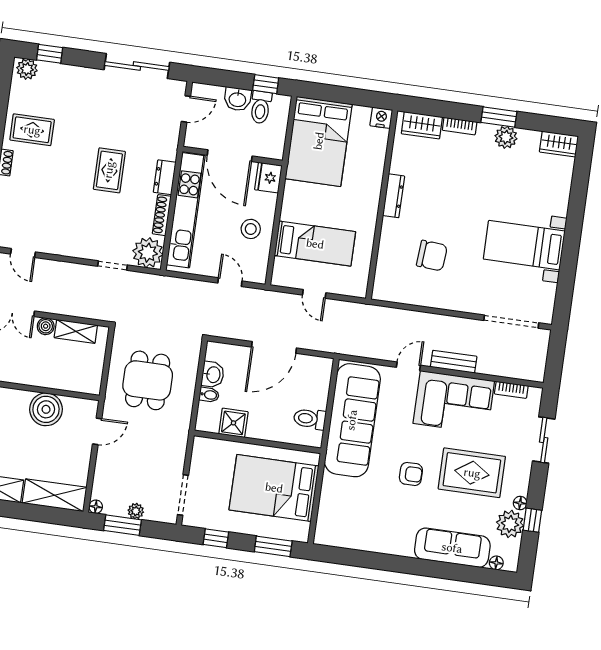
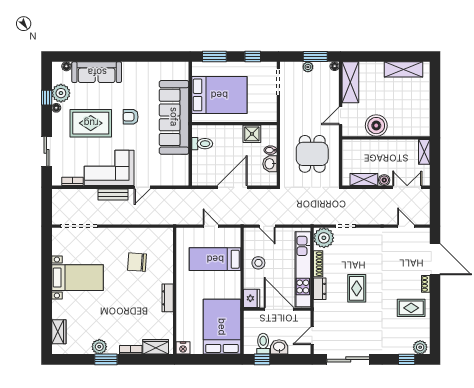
wardrobe: (559, 144) -> (59, 332), moved, turned 90
sofa: (352, 420) -> (174, 117), moved
shelving: (55, 495) -> (350, 82), moved, turned 90

